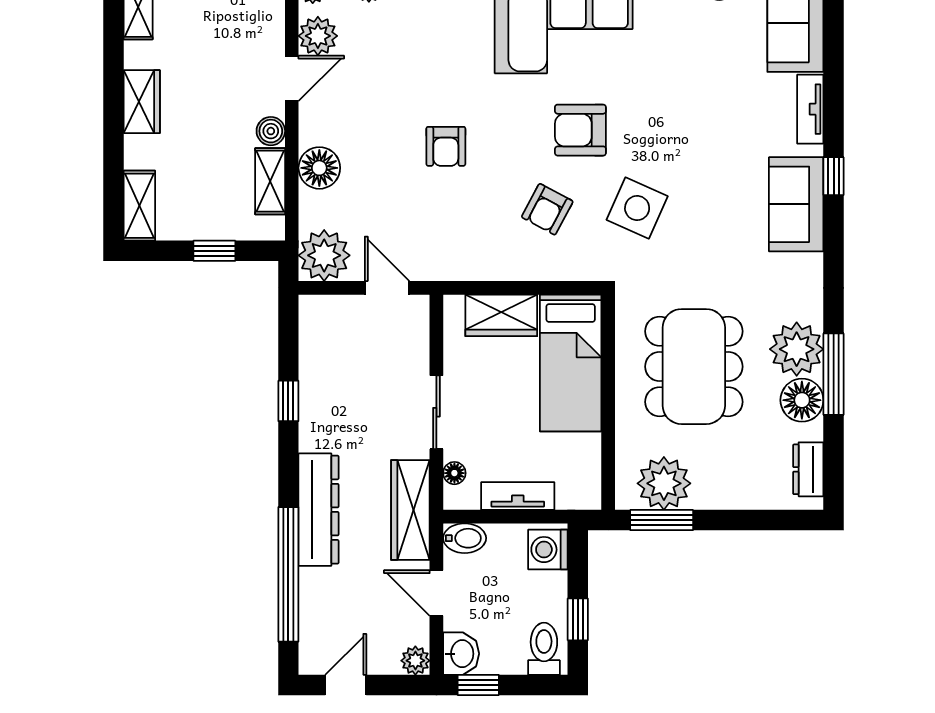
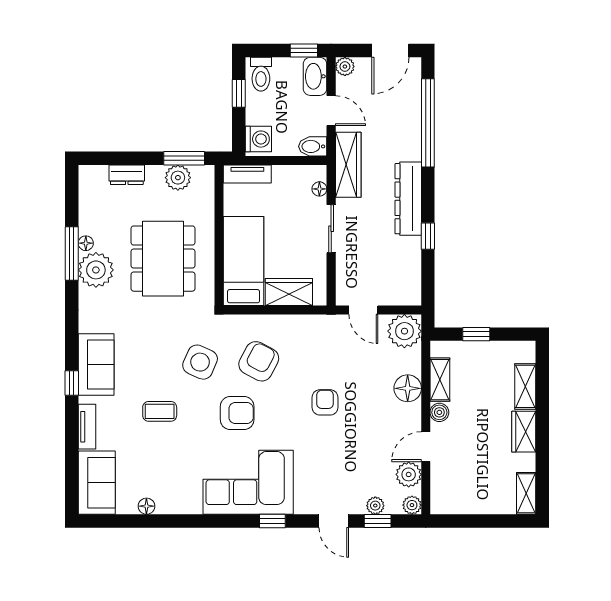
coffee table: (699, 133) -> (160, 411), added
shelving: (139, 206) -> (525, 386), moved
armchair: (547, 209) -> (259, 361), width x1.38, depth x1.38
floor lamp: (802, 400) -> (86, 243), width x0.53, depth x0.53
dresser: (808, 469) -> (127, 175), moved, turned 90
plant: (664, 483) -> (178, 178), width x0.73, depth x0.73
tv unit: (518, 496) -> (247, 174), moved
dresser: (319, 510) -> (408, 199), moved
washbasin: (461, 654) -> (315, 76), width x1.38
door: (346, 685) -> (390, 51), width x1.38

